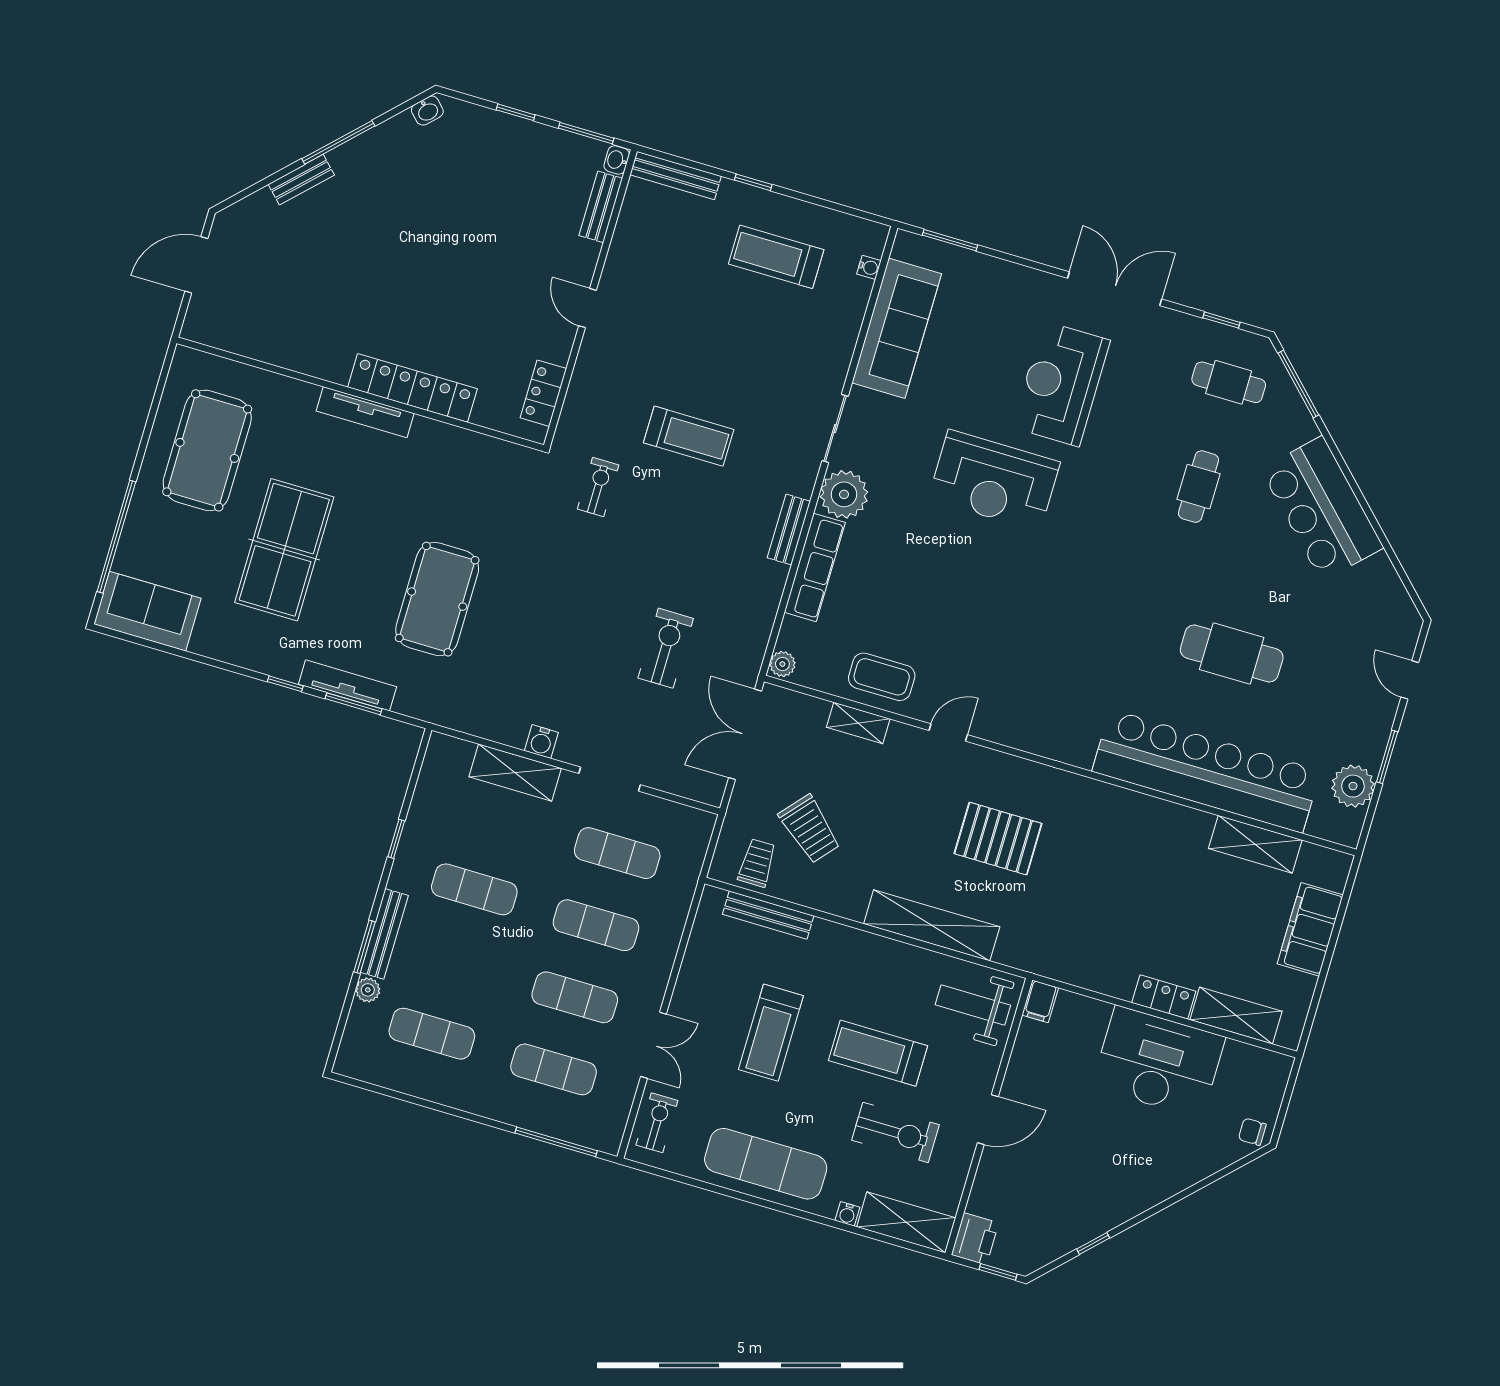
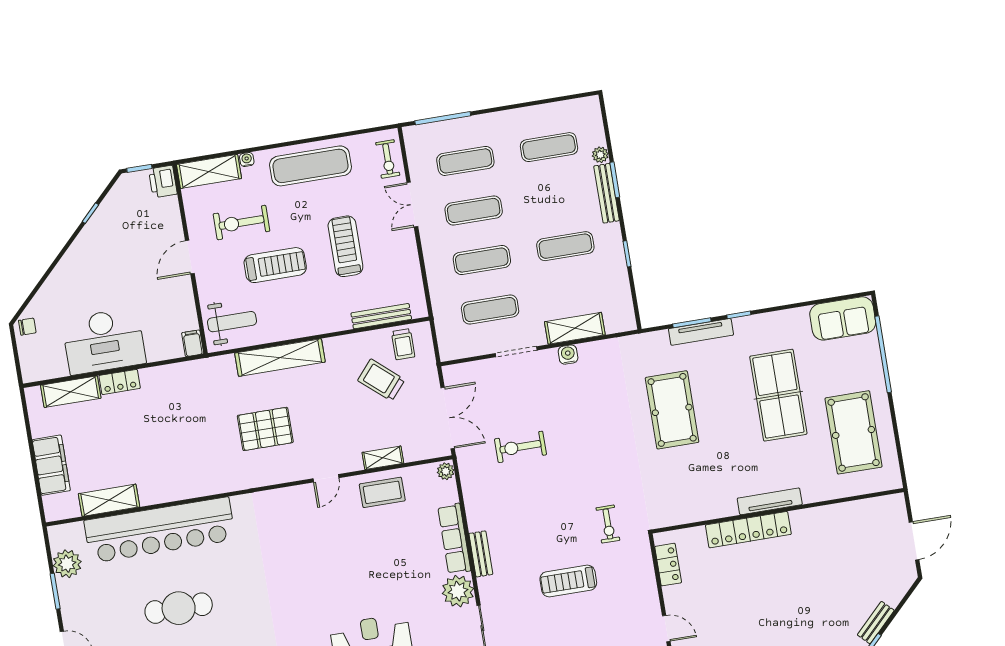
exercise bike: (666, 648) -> (520, 447), turned 90

